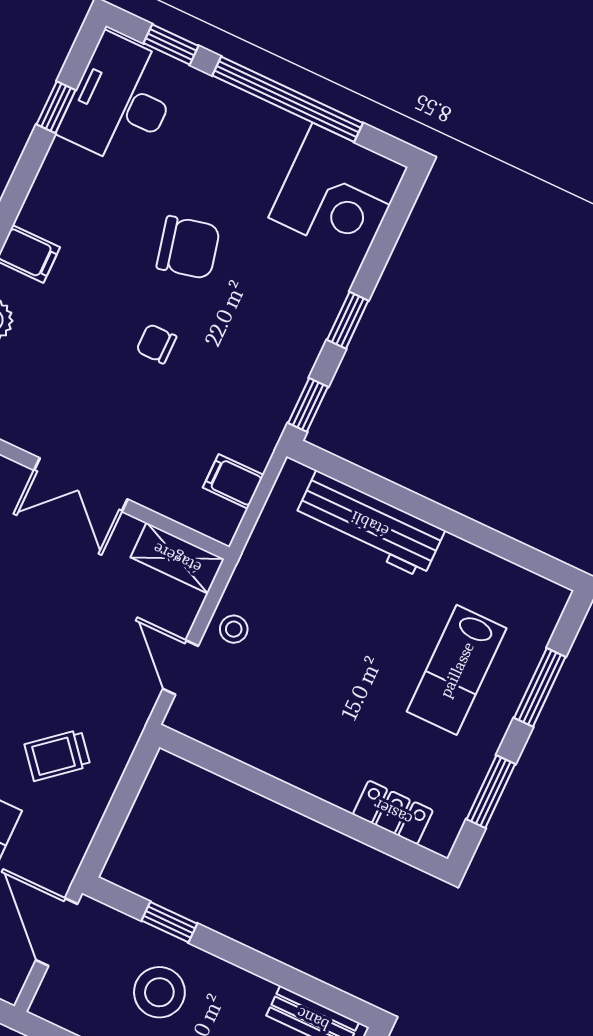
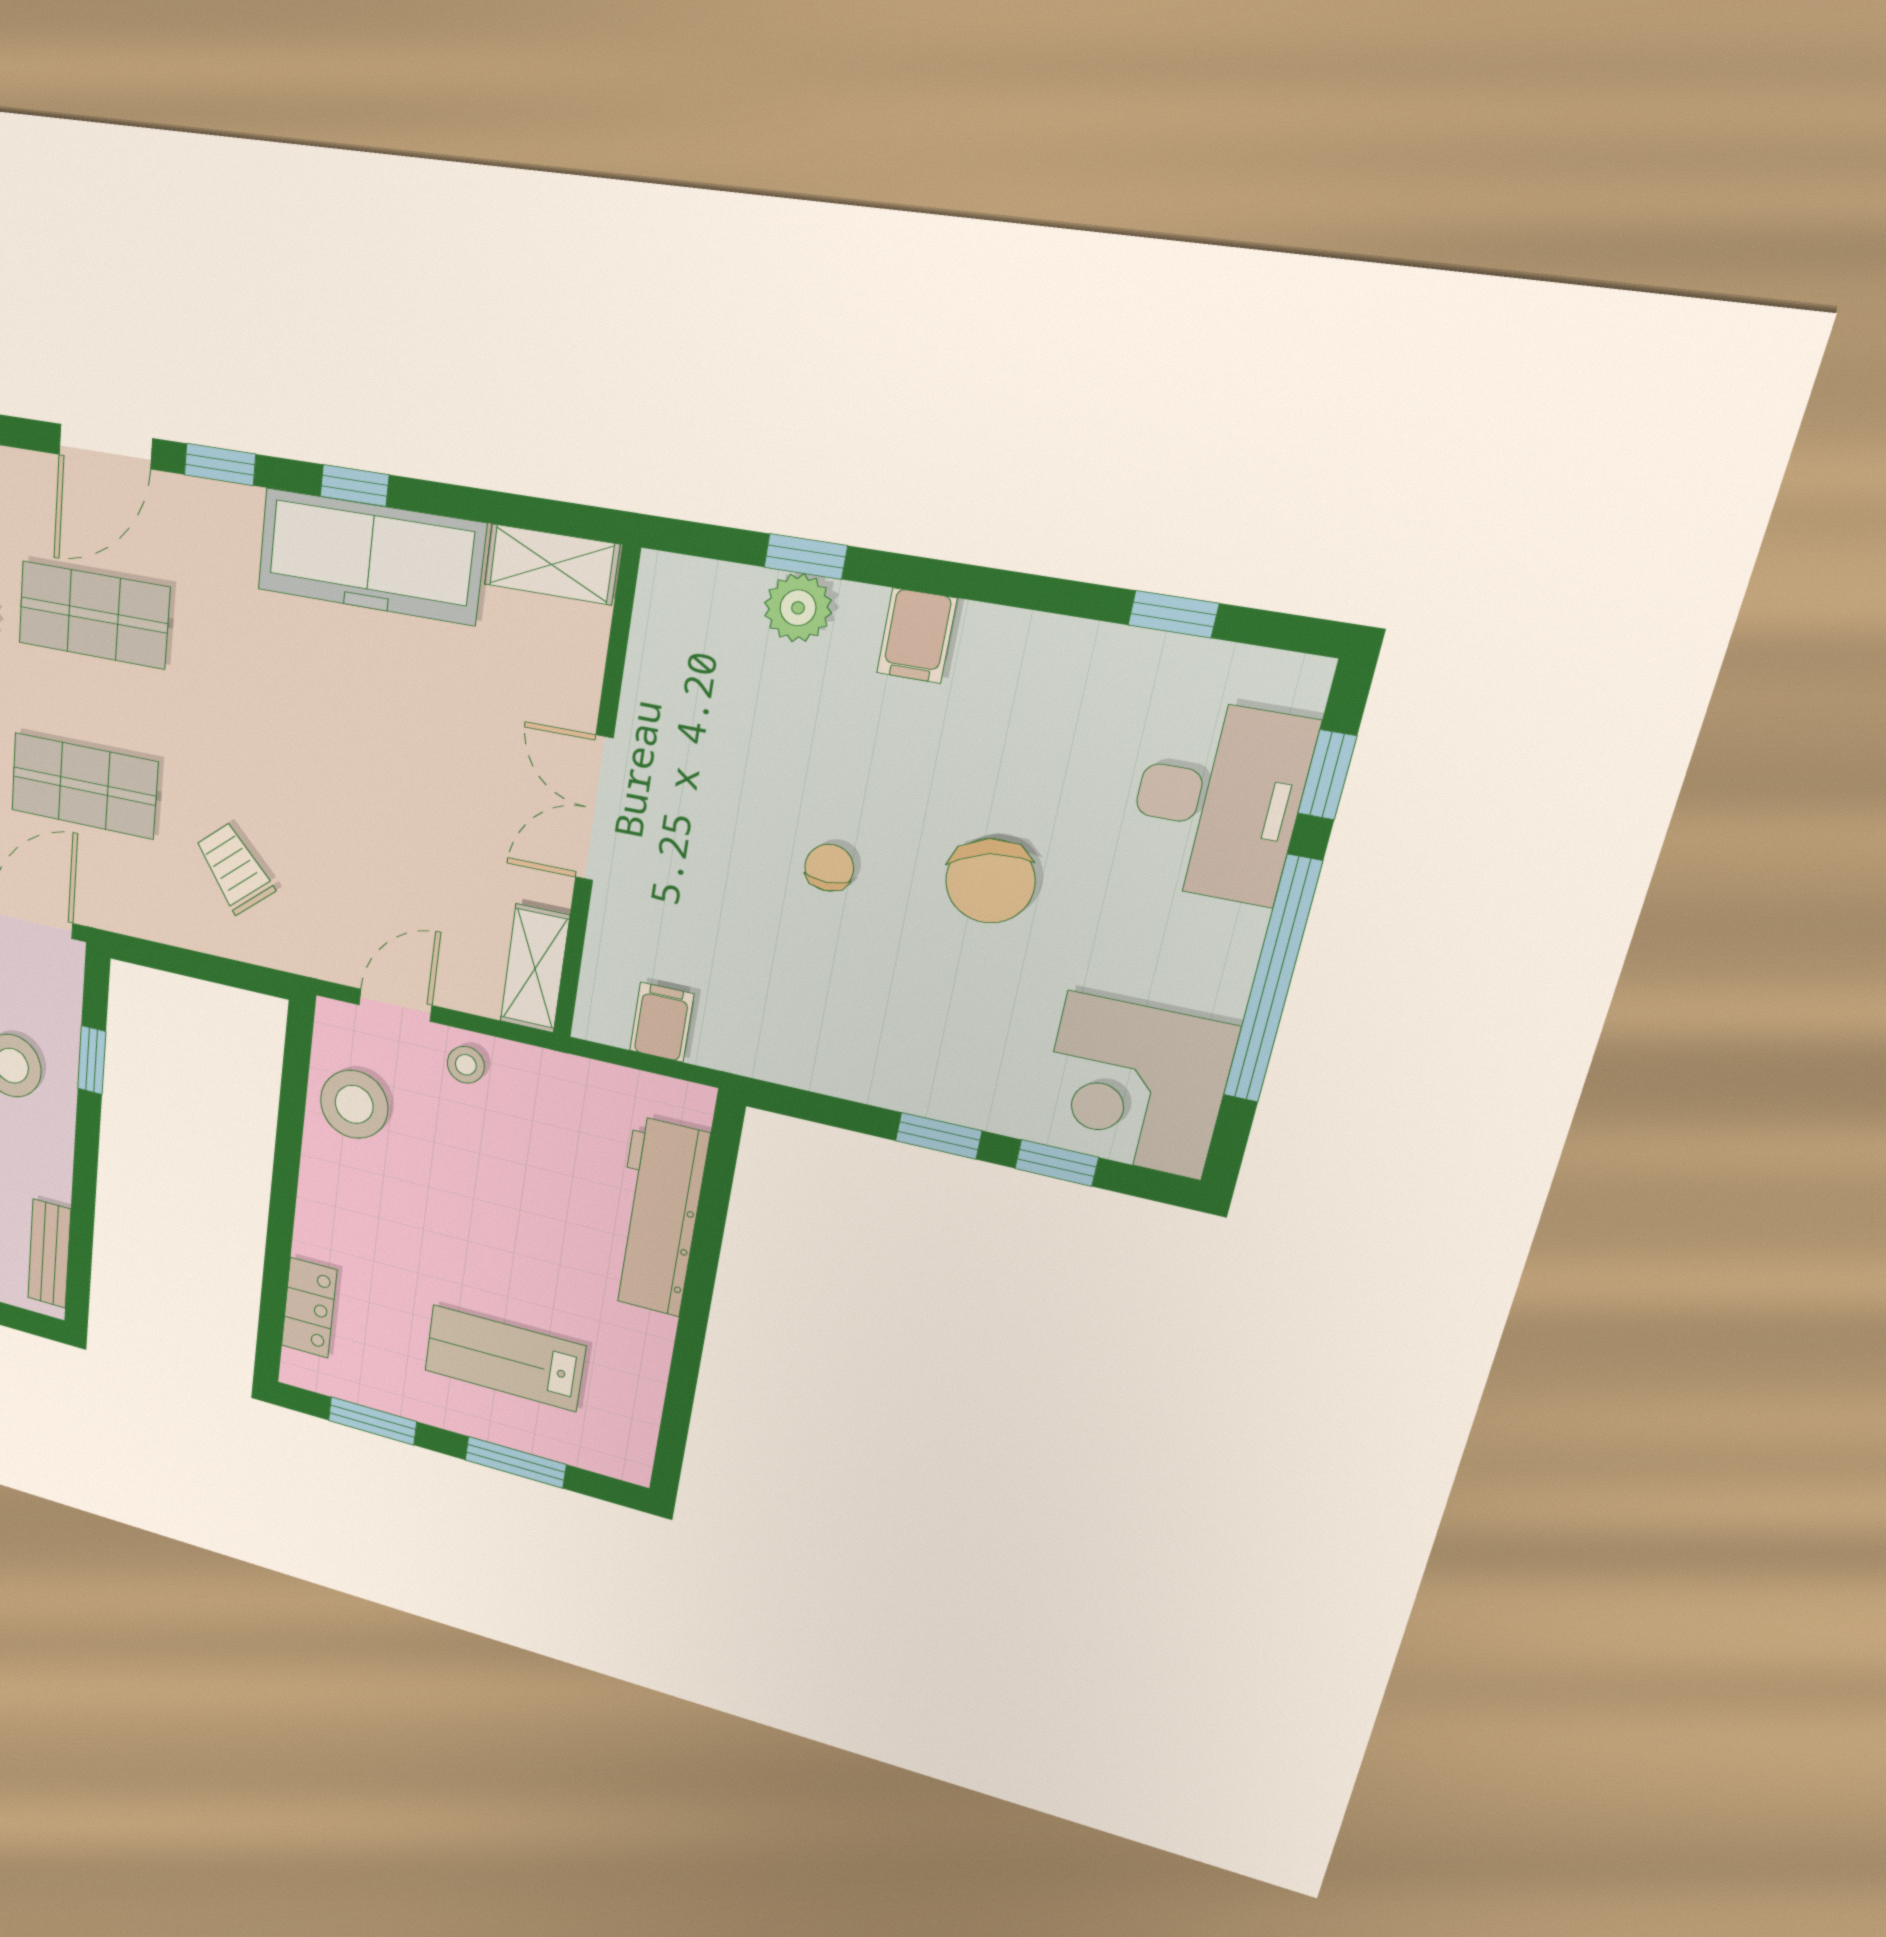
desk: (121, 101) -> (1218, 801), moved, turned 90
window: (308, 405) -> (1056, 1163), moved
stool: (245, 723) -> (354, 1104), added

